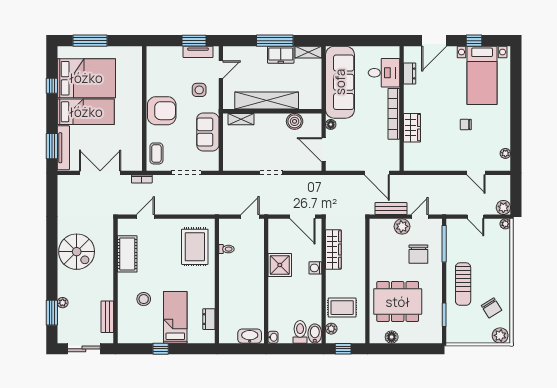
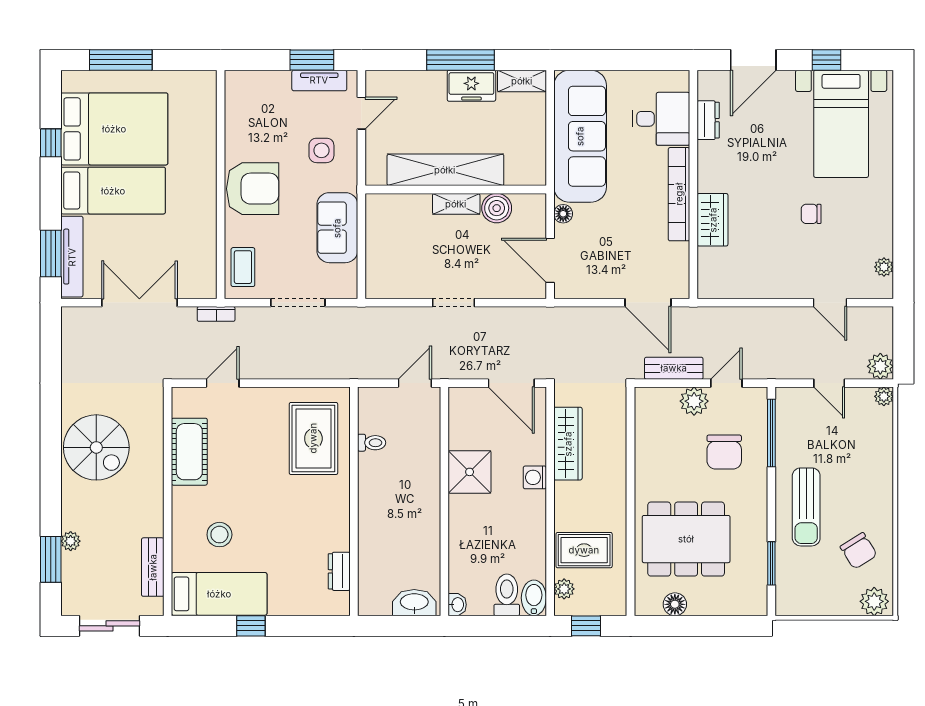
shelving: (241, 119) -> (456, 204), moved
bed: (175, 317) -> (219, 594), moved, turned 90

